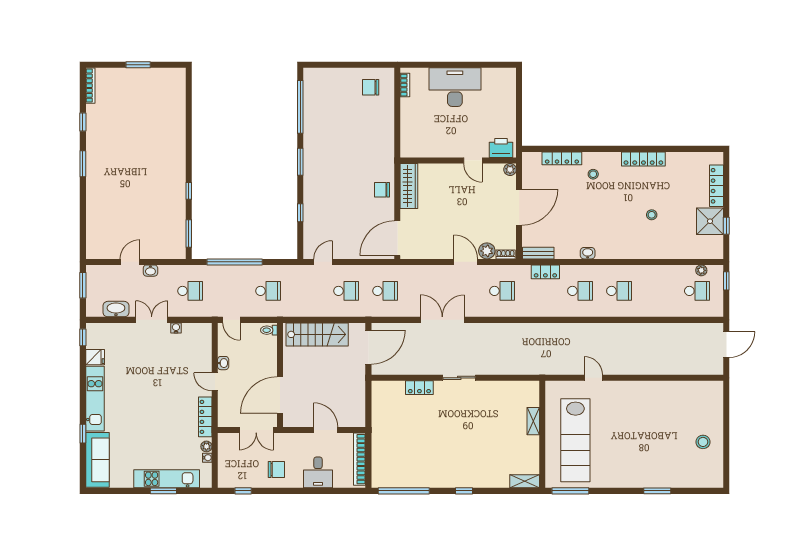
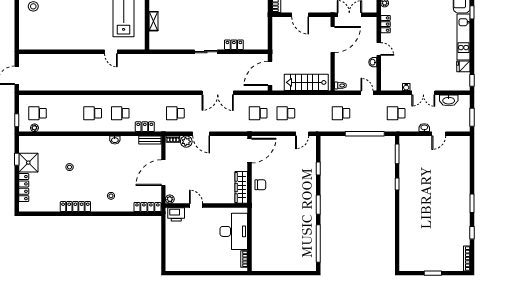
chair: (371, 87) -> (268, 257), removed
desk: (455, 87) -> (234, 231), moved, turned -90
locker: (562, 158) -> (147, 207), moved
locker: (205, 417) -> (385, 24), width x0.66

